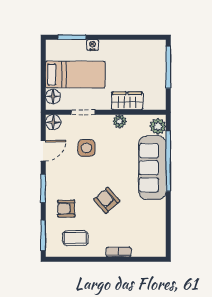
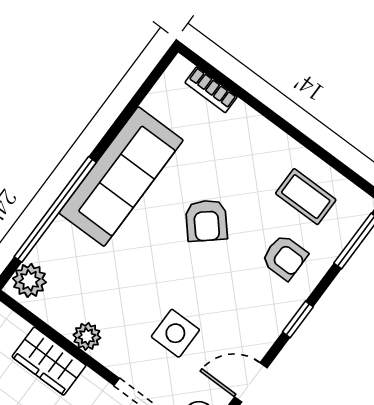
sofa: (152, 168) -> (121, 177), moved
window: (43, 188) -> (298, 319), width x0.67
bookcase: (119, 252) -> (211, 90), moved

